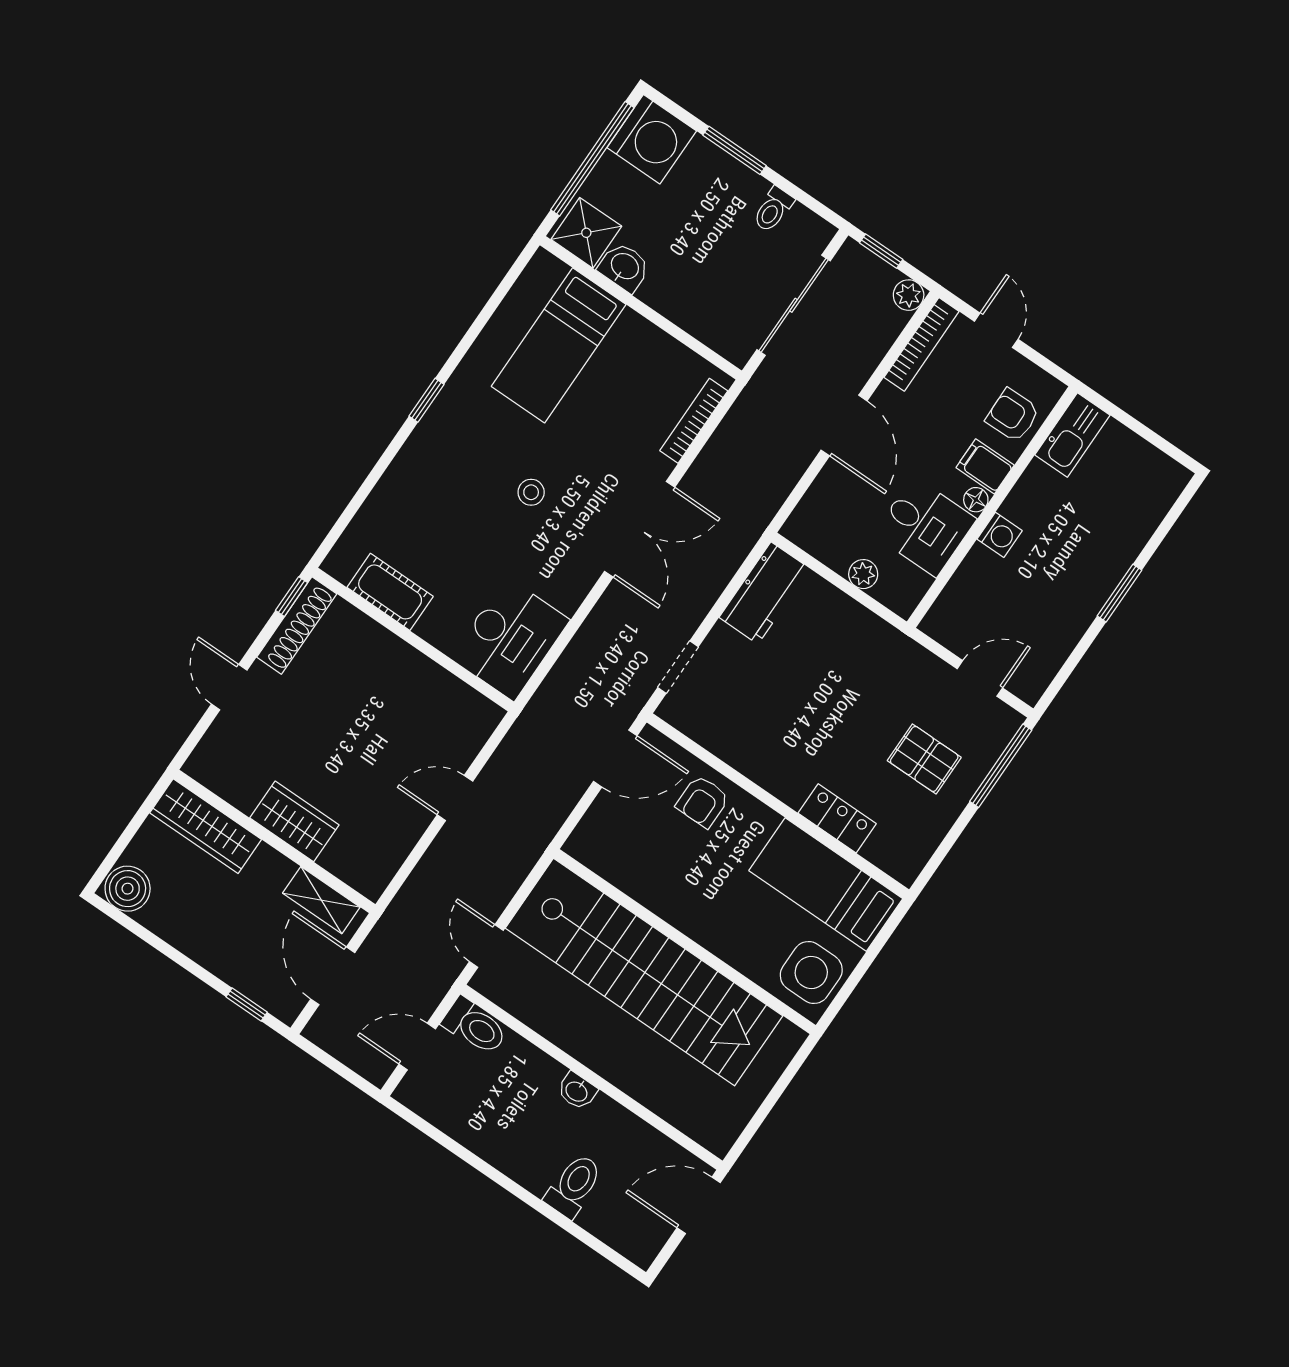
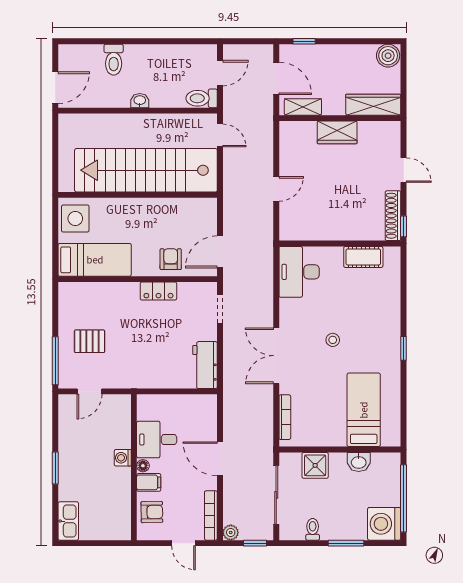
shower: (586, 233) -> (315, 465), moved
kitchen sink: (1072, 435) -> (68, 521), moved, turned 180
plant: (863, 574) -> (169, 402), removed
locker: (837, 818) -> (158, 291), moved

